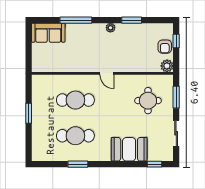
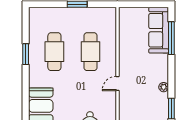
window: (76, 20) -> (171, 38), moved
sofa: (48, 33) -> (159, 30), width x1.36

